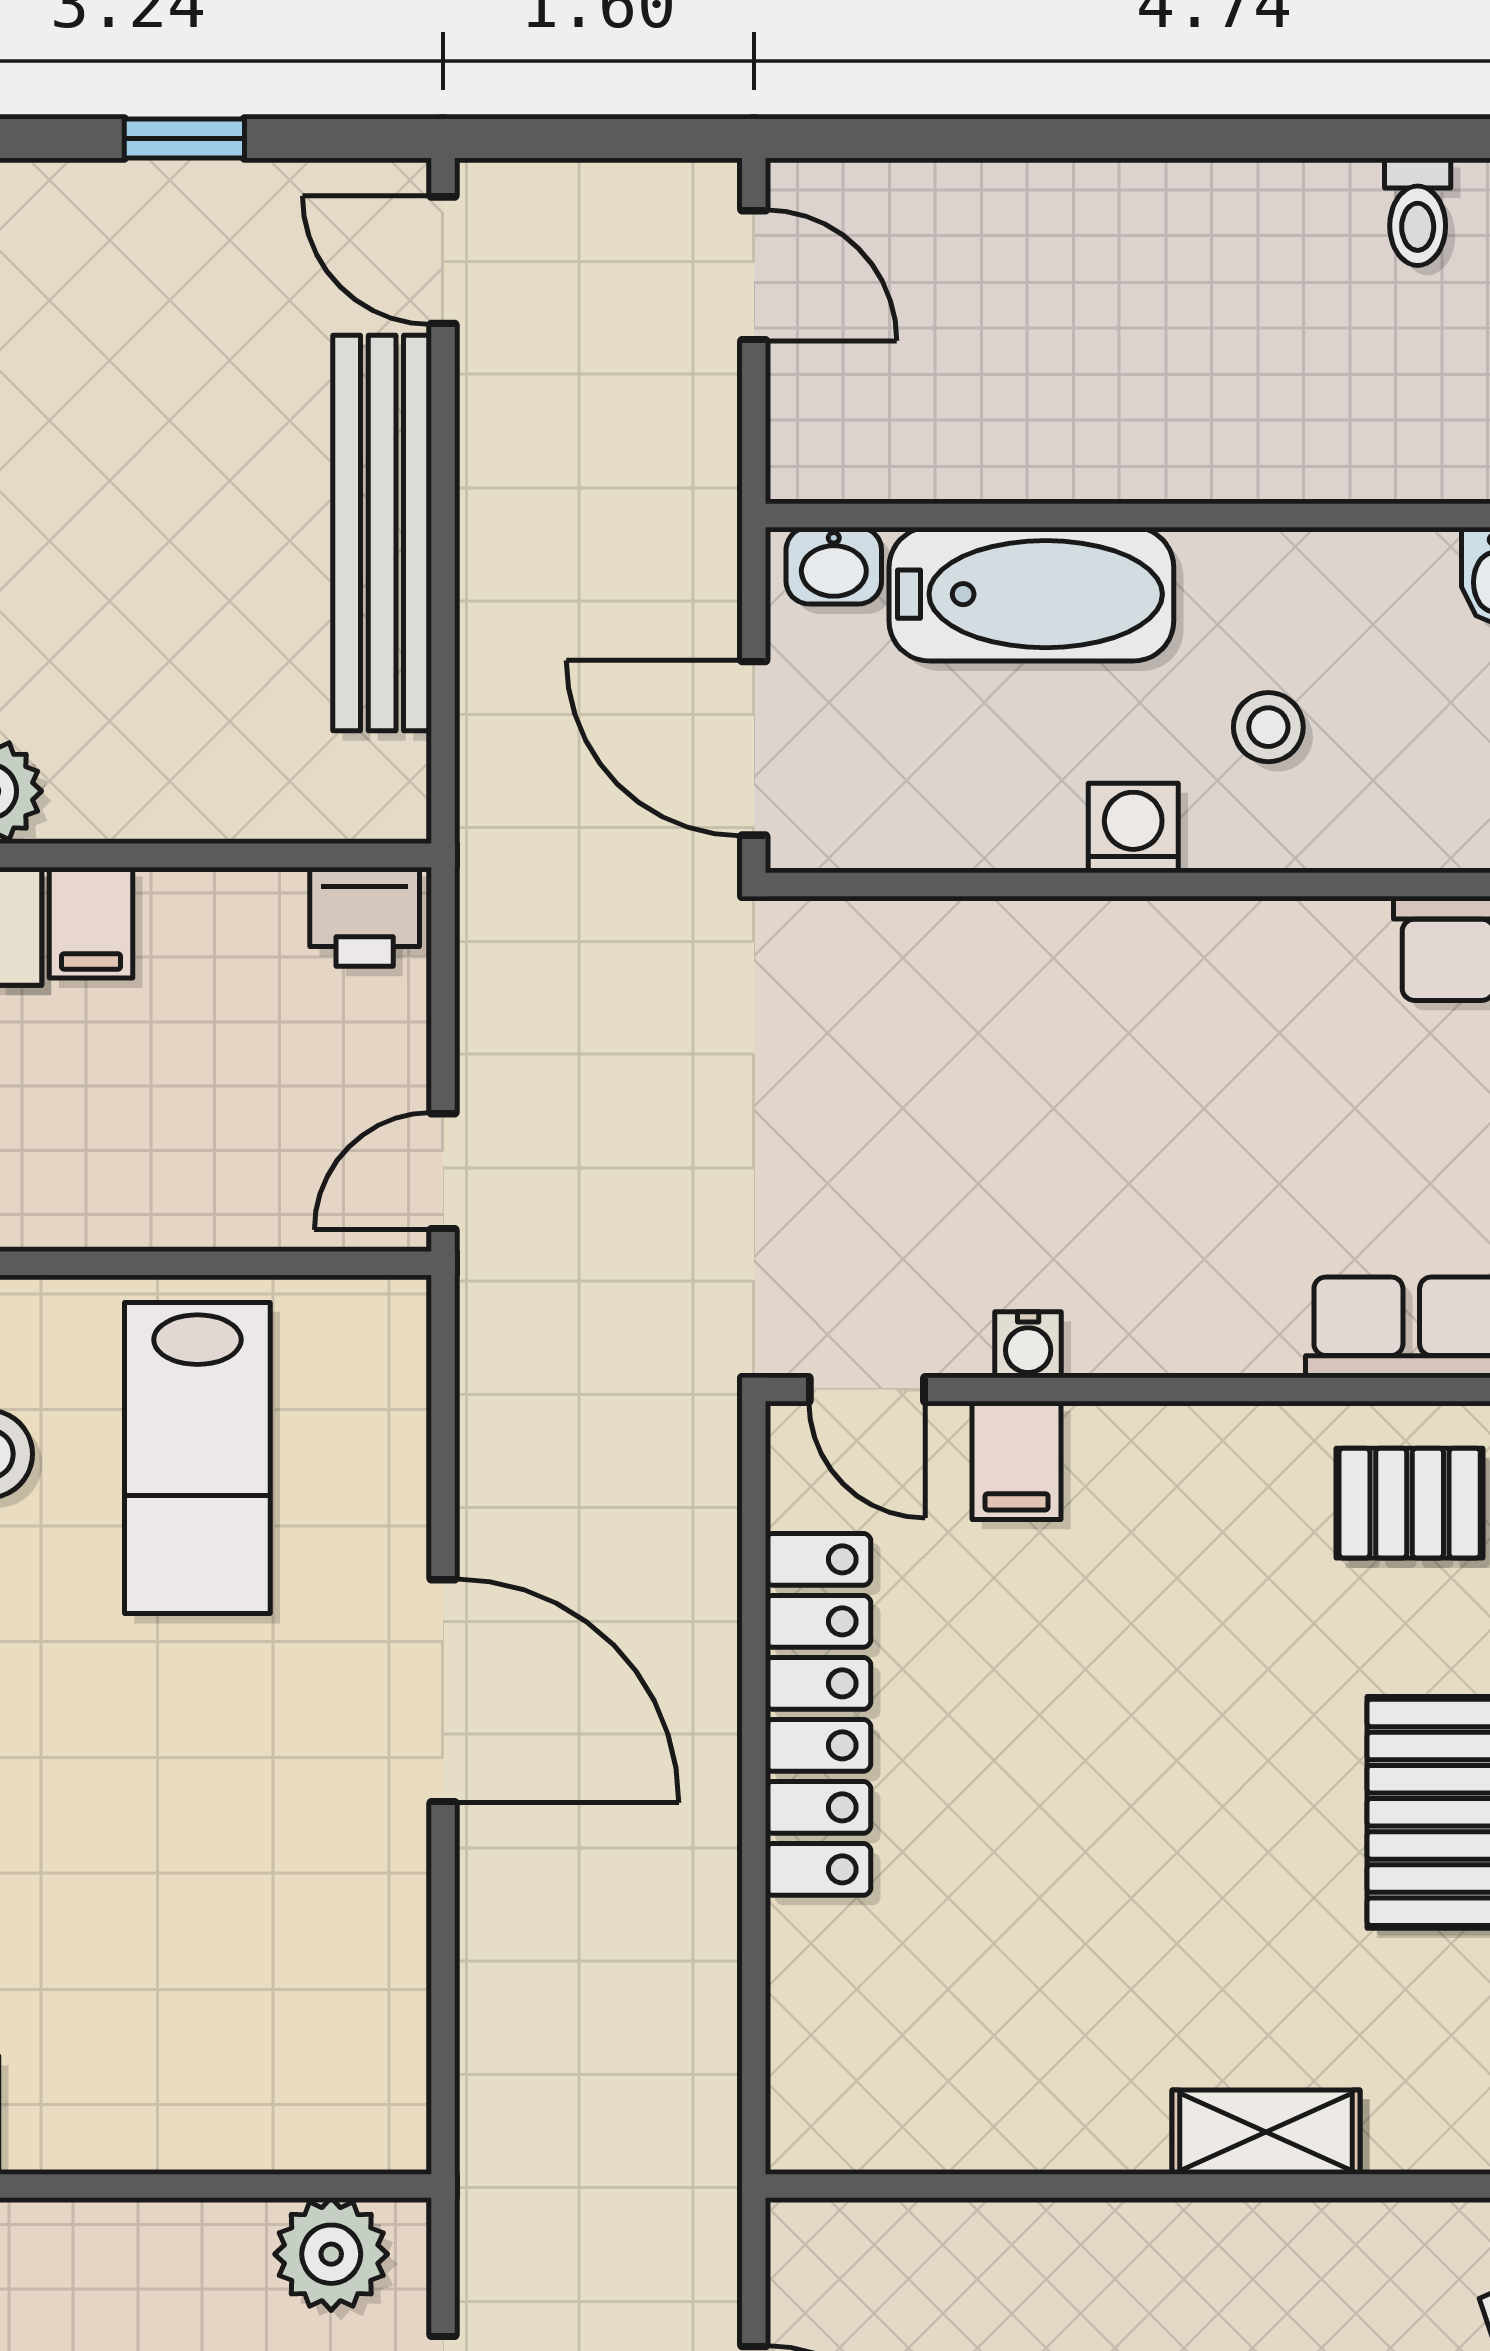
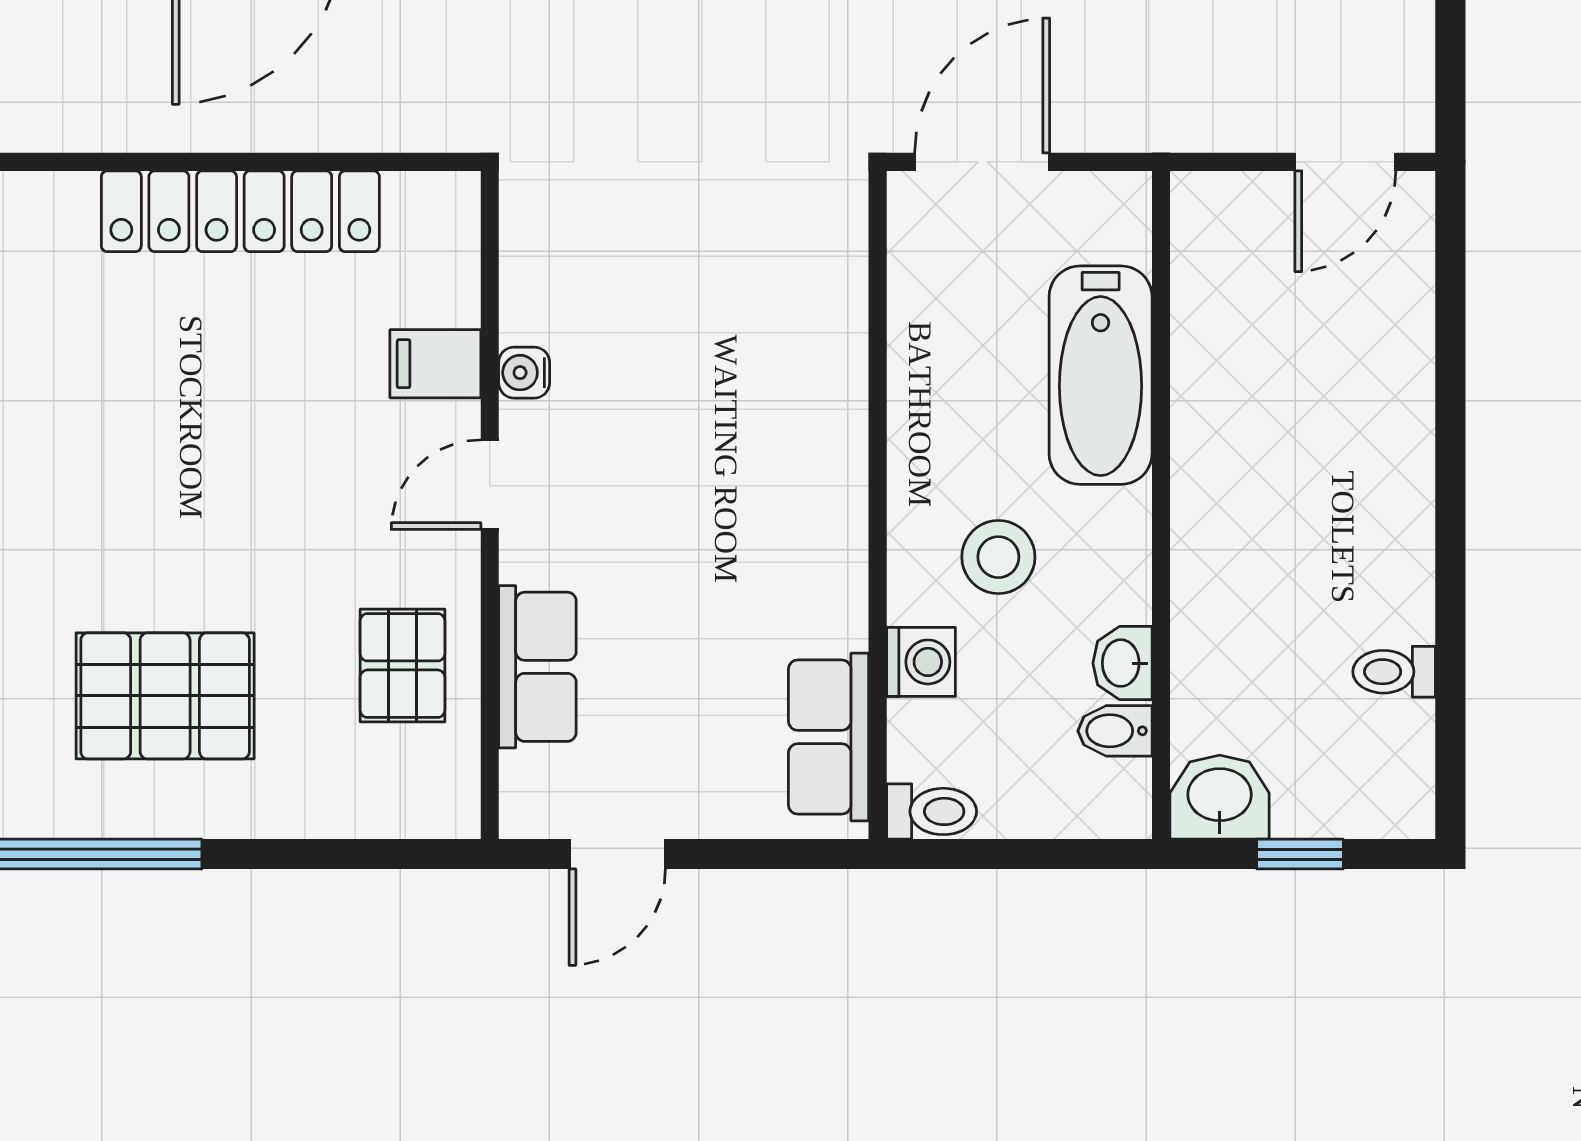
washbasin: (834, 566) -> (1122, 663), moved
stool: (1268, 727) -> (998, 557), width x1.37, depth x1.37
washing machine: (1133, 828) -> (921, 662), moved
door: (867, 1390) -> (490, 485), moved

